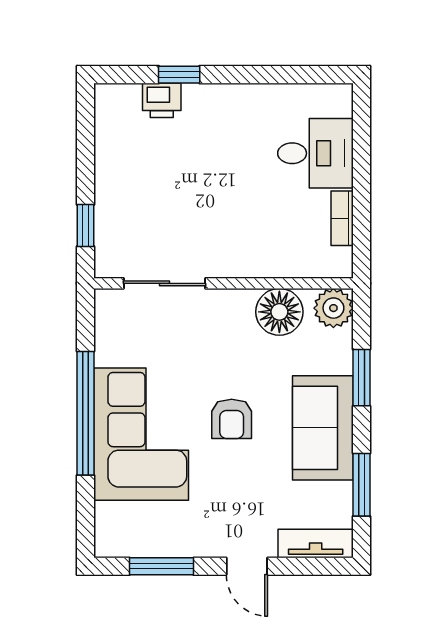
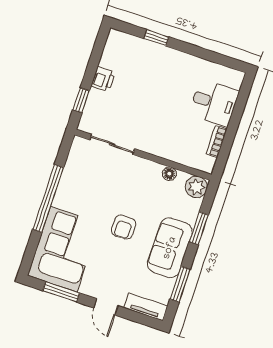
printer: (162, 100) -> (103, 79), moved, turned -90
floor lamp: (279, 312) -> (169, 174), width x0.53, depth x0.53
corner sofa: (141, 434) -> (64, 249), moved

